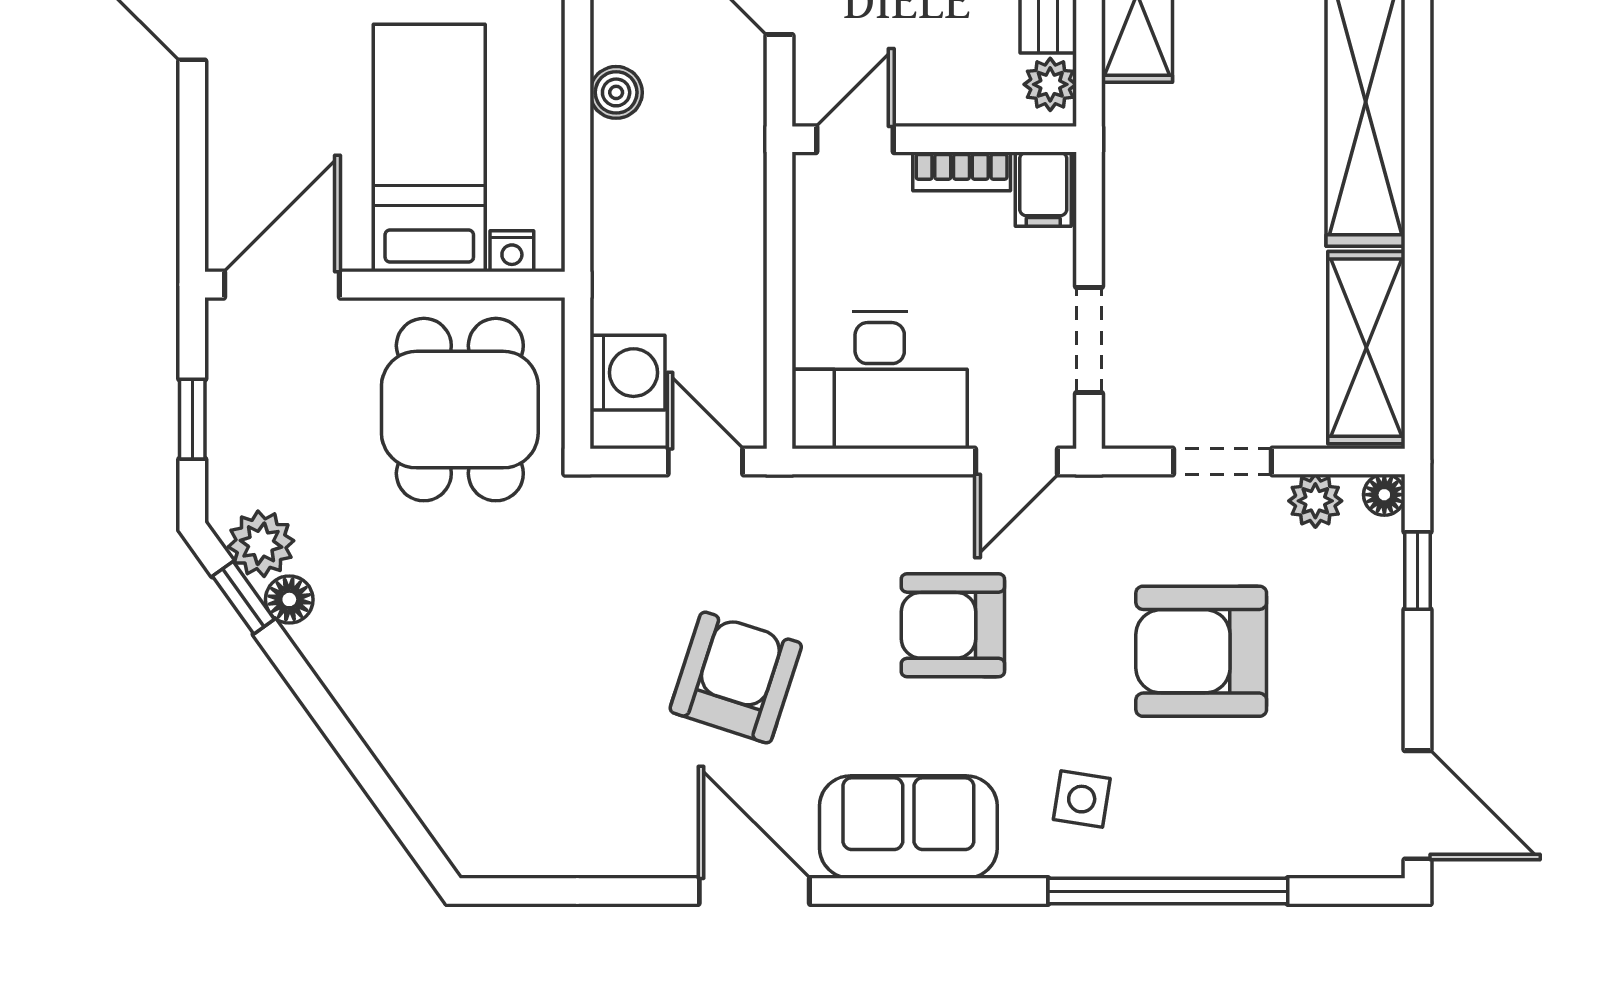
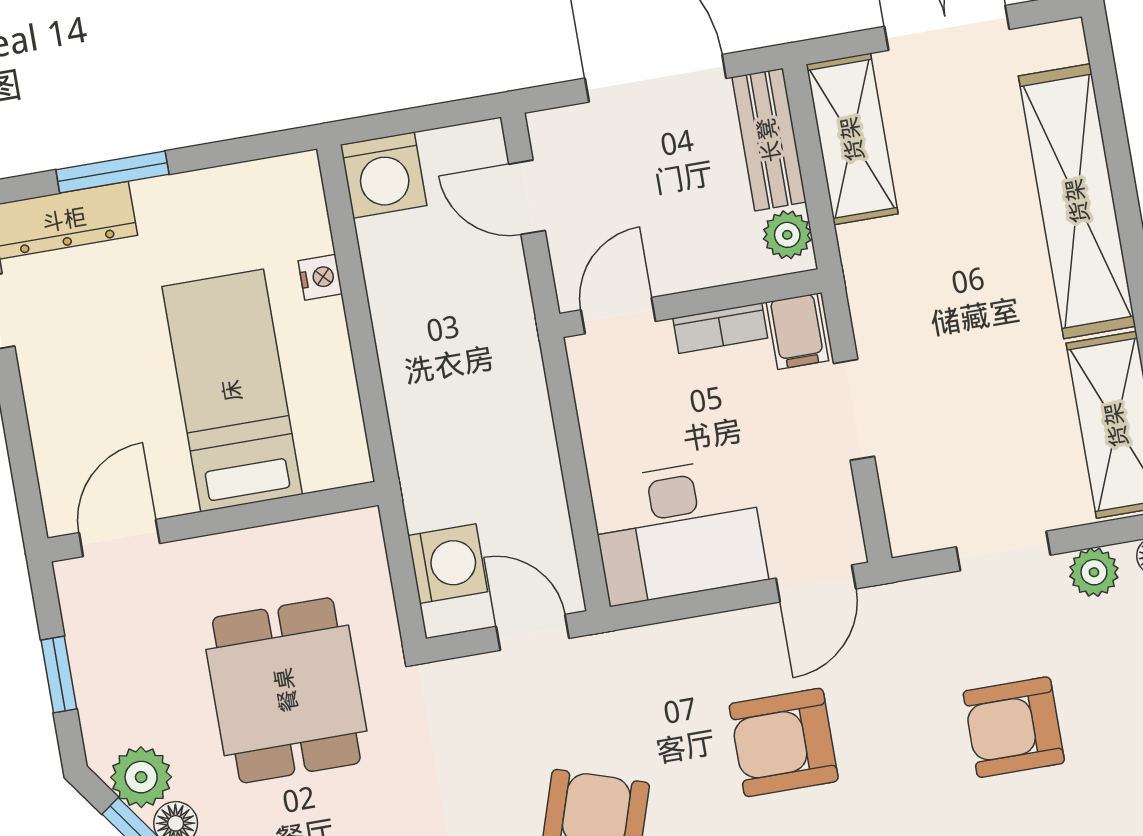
boiler: (616, 92) -> (393, 310), removed
nightstand: (512, 251) -> (320, 277), moved, turned -90
door: (282, 285) -> (119, 538), width x0.73
doorway: (1089, 340) -> (854, 410), moved
dining table: (460, 410) -> (286, 690), moved
armchair: (1201, 651) -> (1014, 727), width x0.73, depth x0.73

